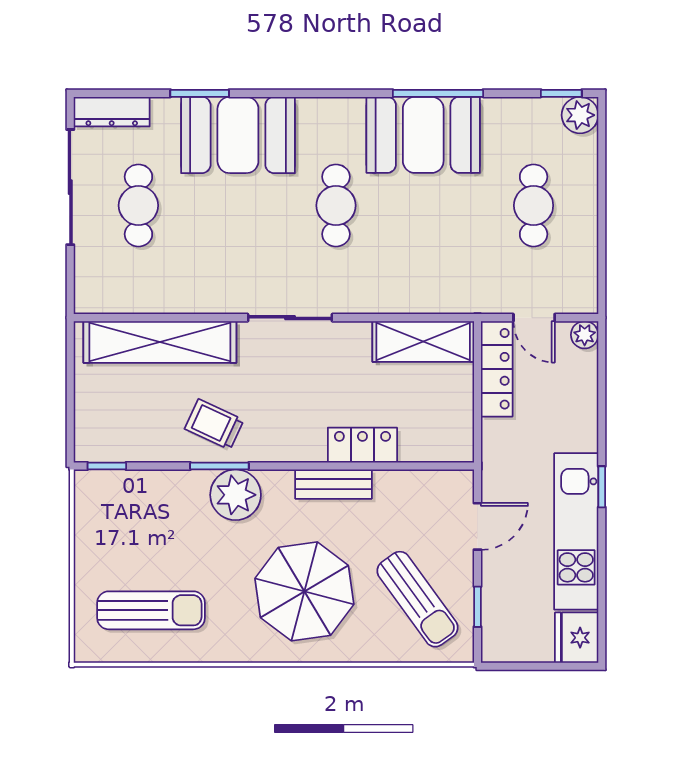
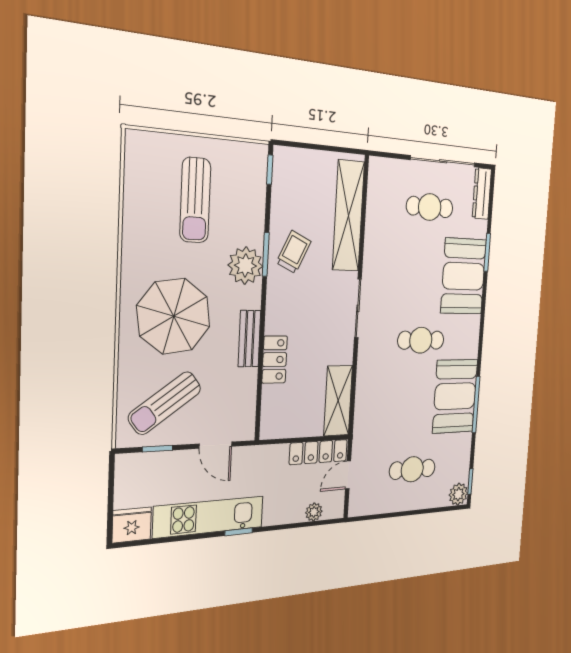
plant: (585, 335) -> (314, 512), moved
sun lounger: (151, 610) -> (195, 200), moved

